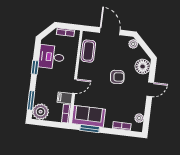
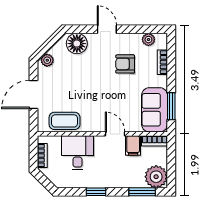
desk: (51, 57) -> (78, 153), moved, turned 180
armchair: (117, 77) -> (125, 64), moved, turned -85

